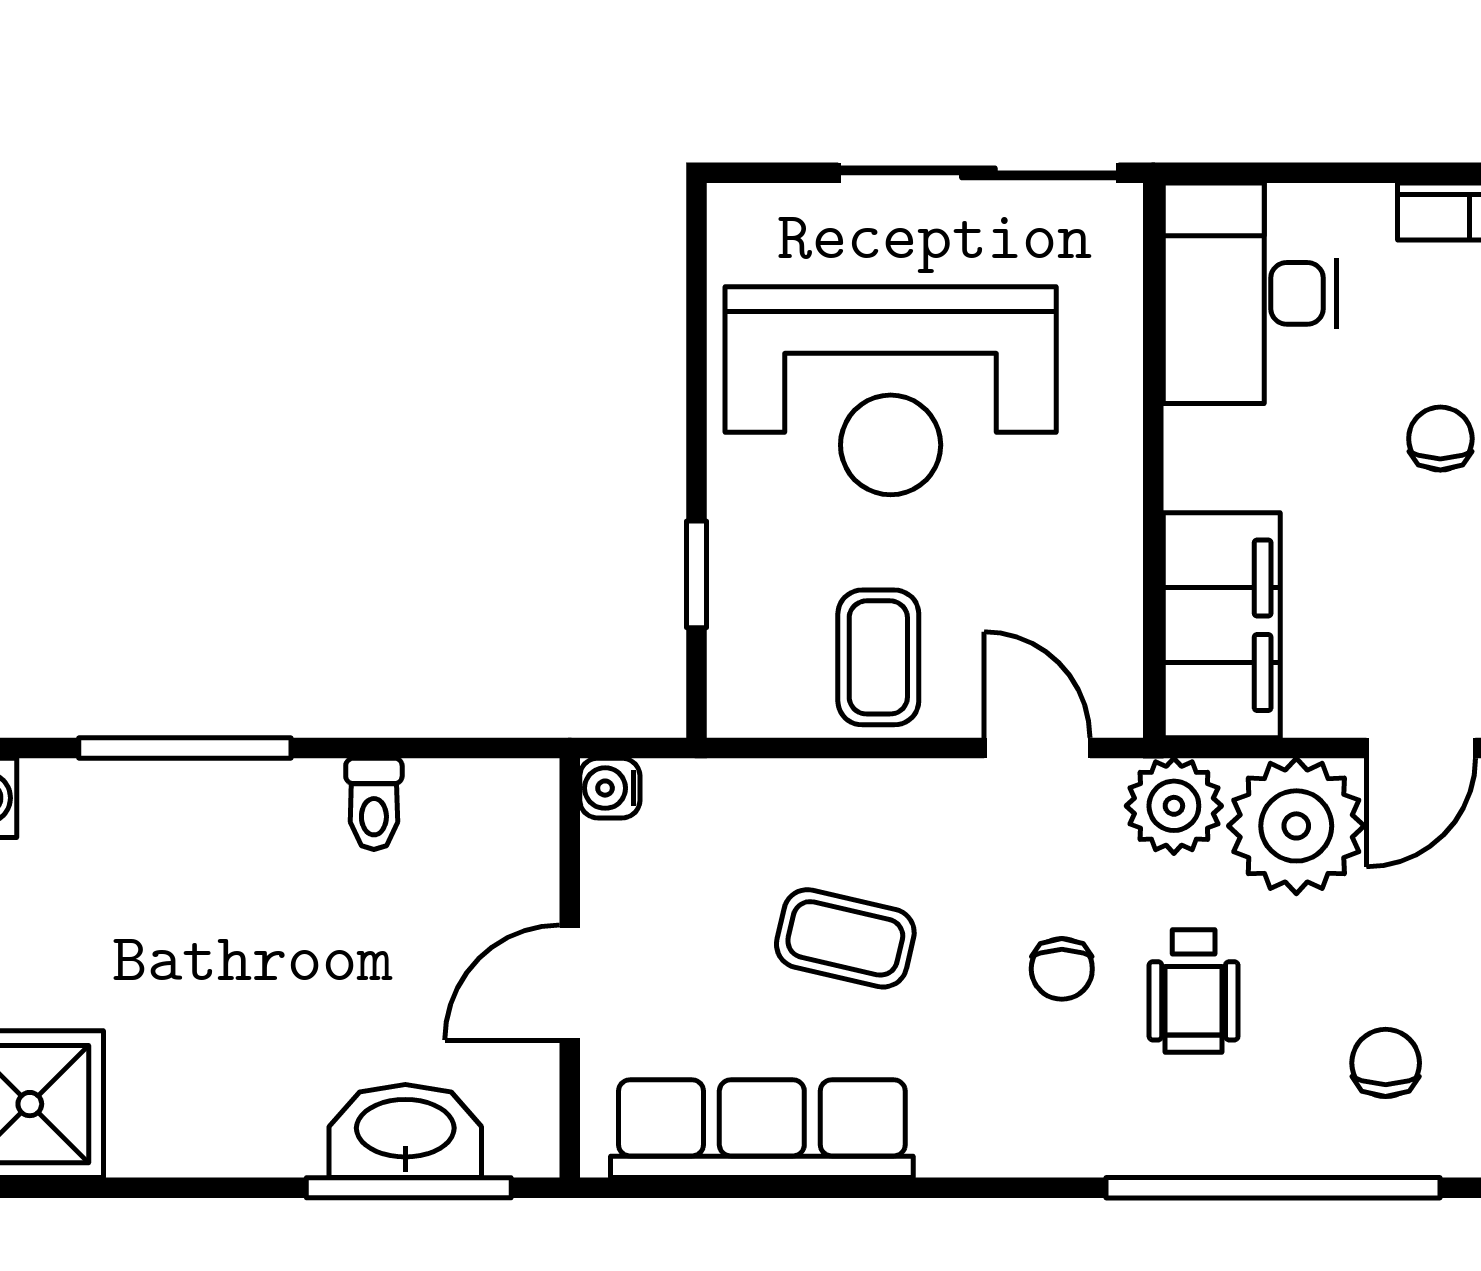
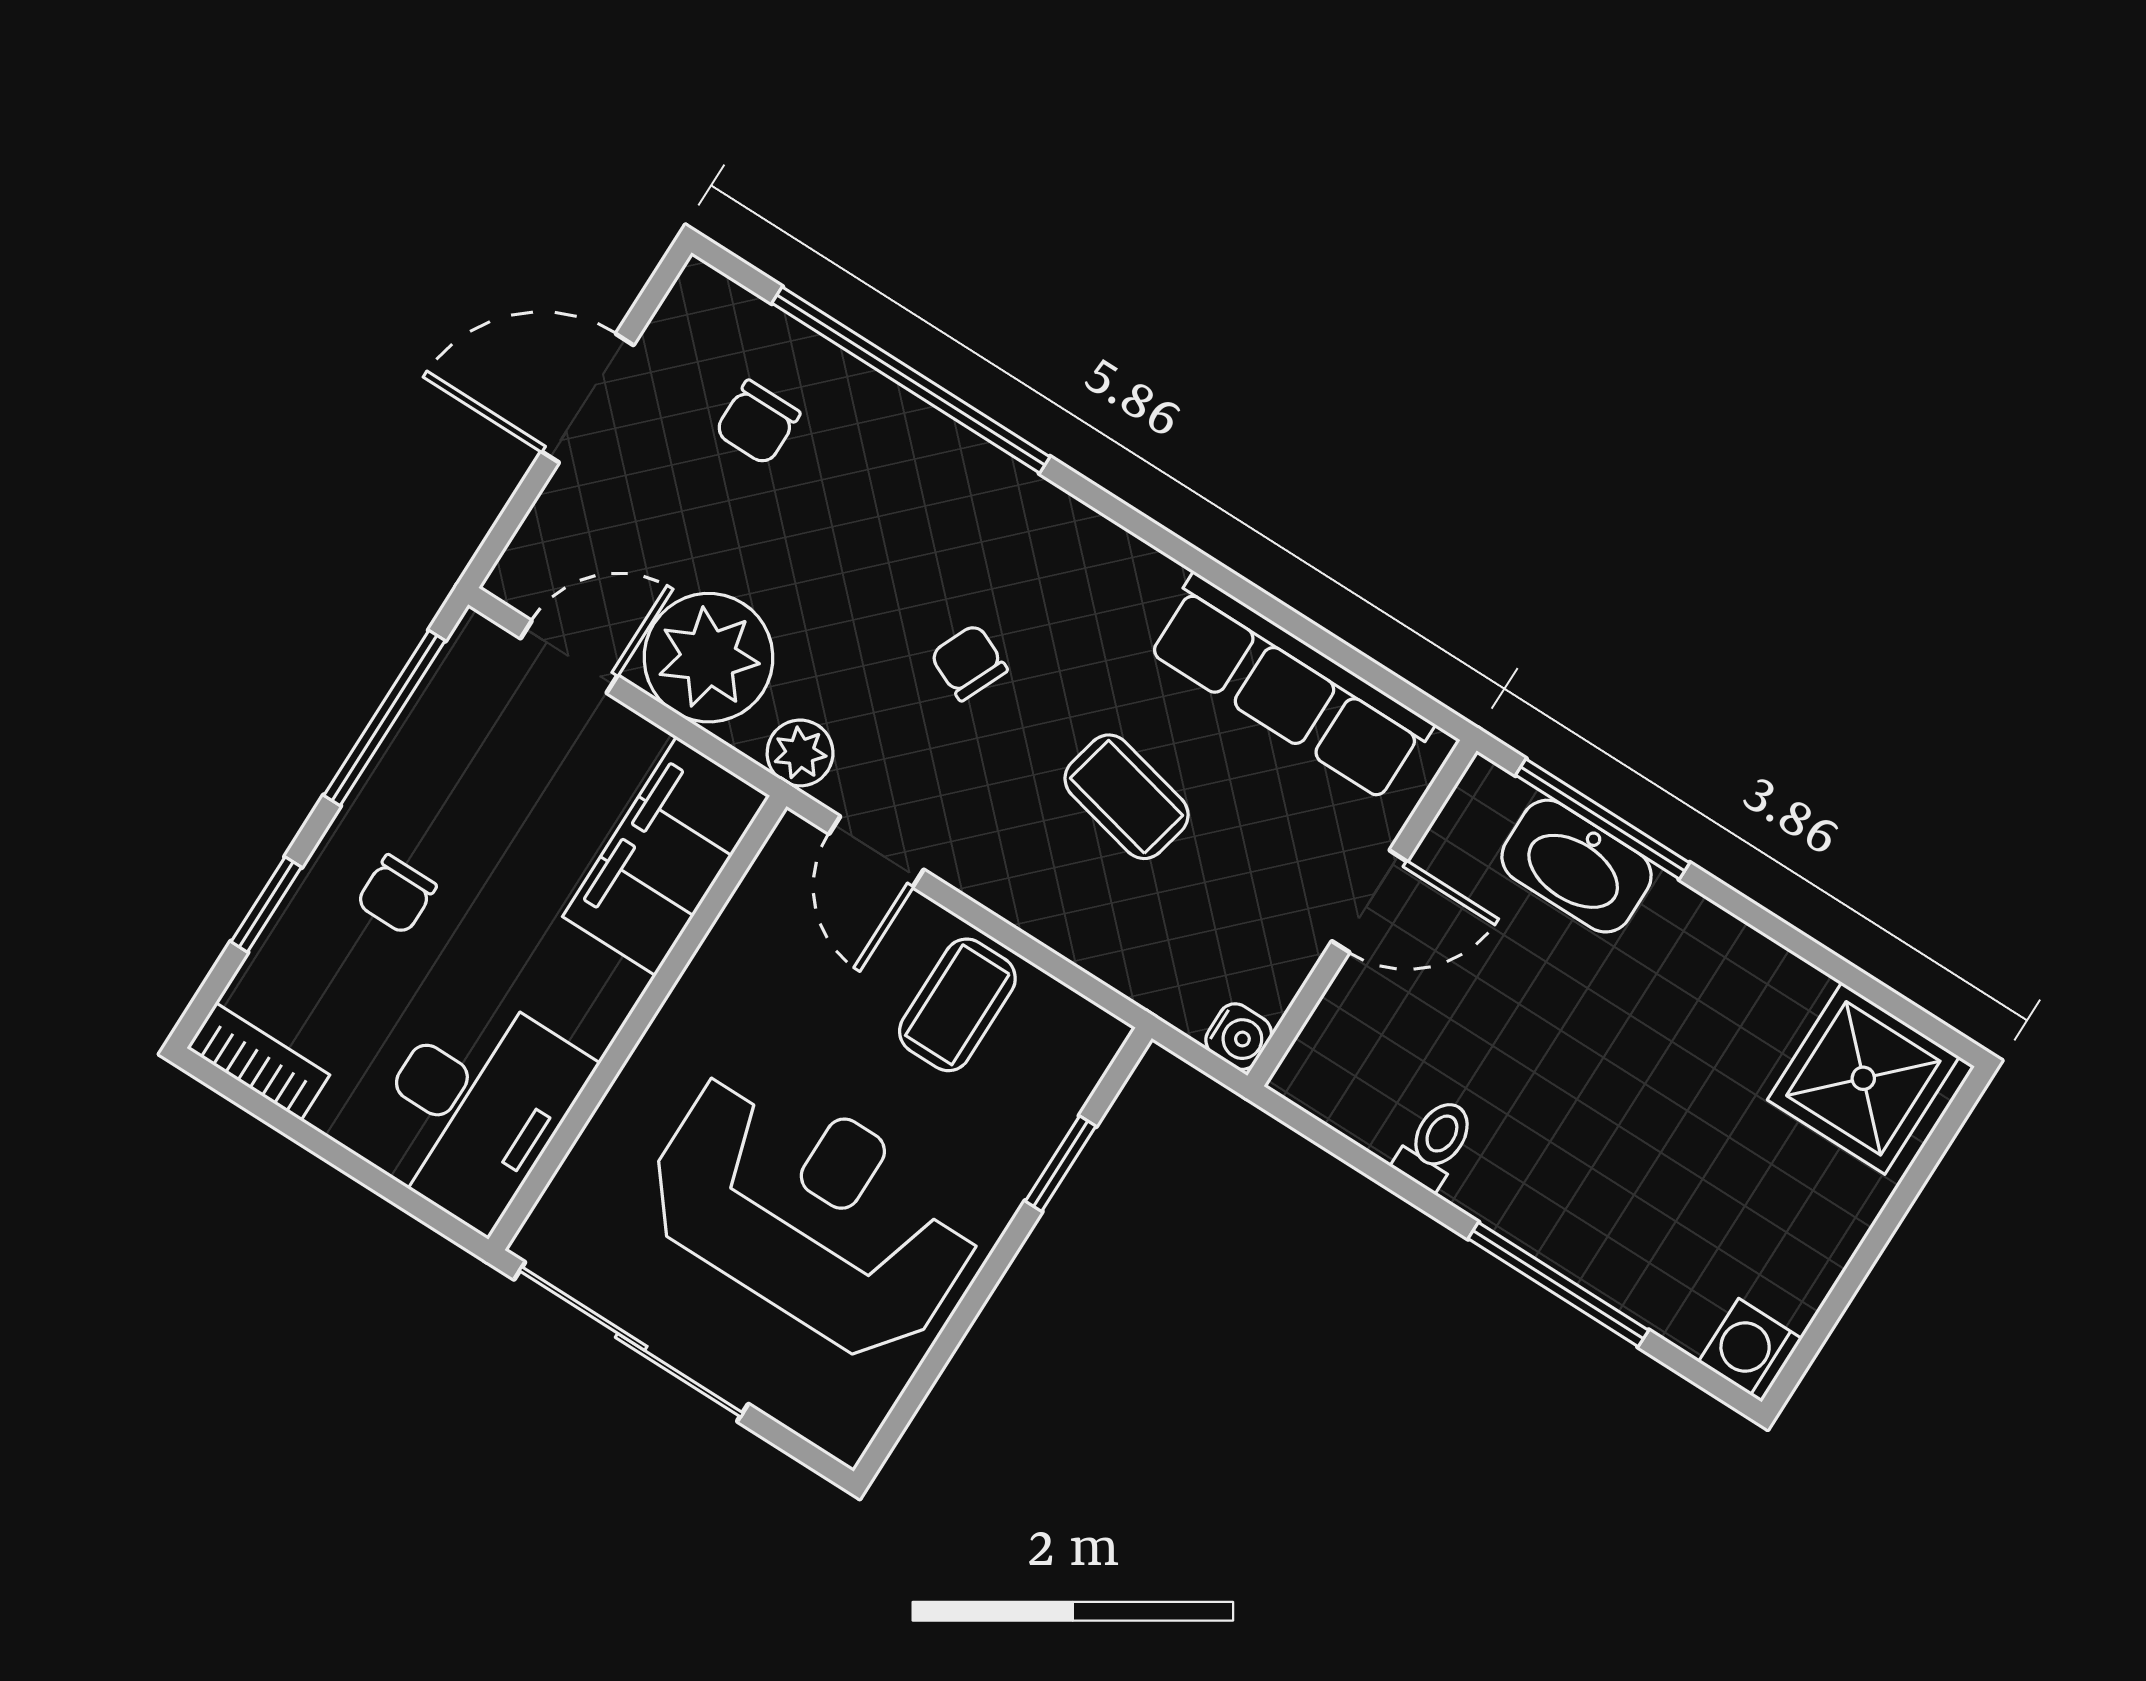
plant: (1174, 806) -> (800, 753), width x0.73, depth x0.73
chair: (1062, 969) -> (969, 662), turned -66
wheelchair: (1194, 991) -> (875, 578), removed

